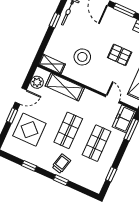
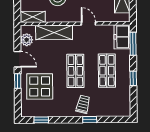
door: (21, 96) -> (18, 59), hinge flipped
door: (112, 99) -> (88, 24), moved
window: (29, 166) -> (41, 120), moved
window: (111, 174) -> (133, 78), moved

